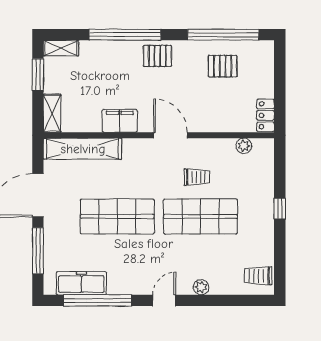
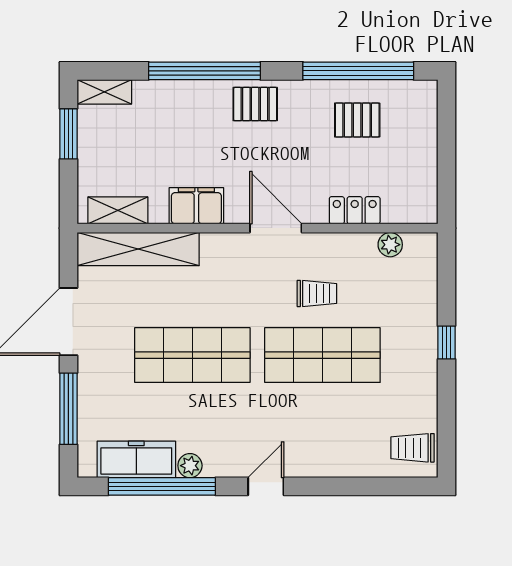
shelving: (52, 113) -> (118, 210), moved, turned 90
locker: (266, 115) -> (355, 210), moved, turned 90
plant: (201, 287) -> (190, 466), moved

